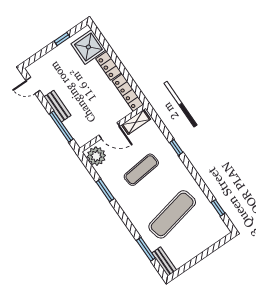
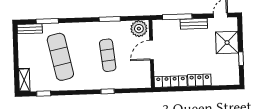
shower: (88, 47) -> (227, 43), moved
shelving: (136, 122) -> (24, 80), moved

